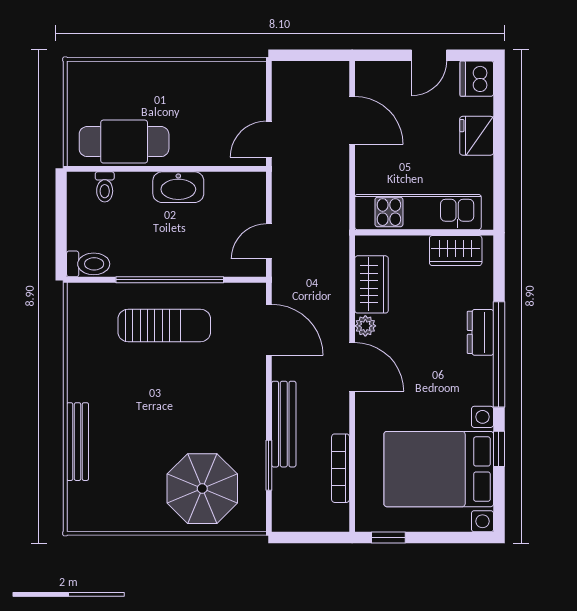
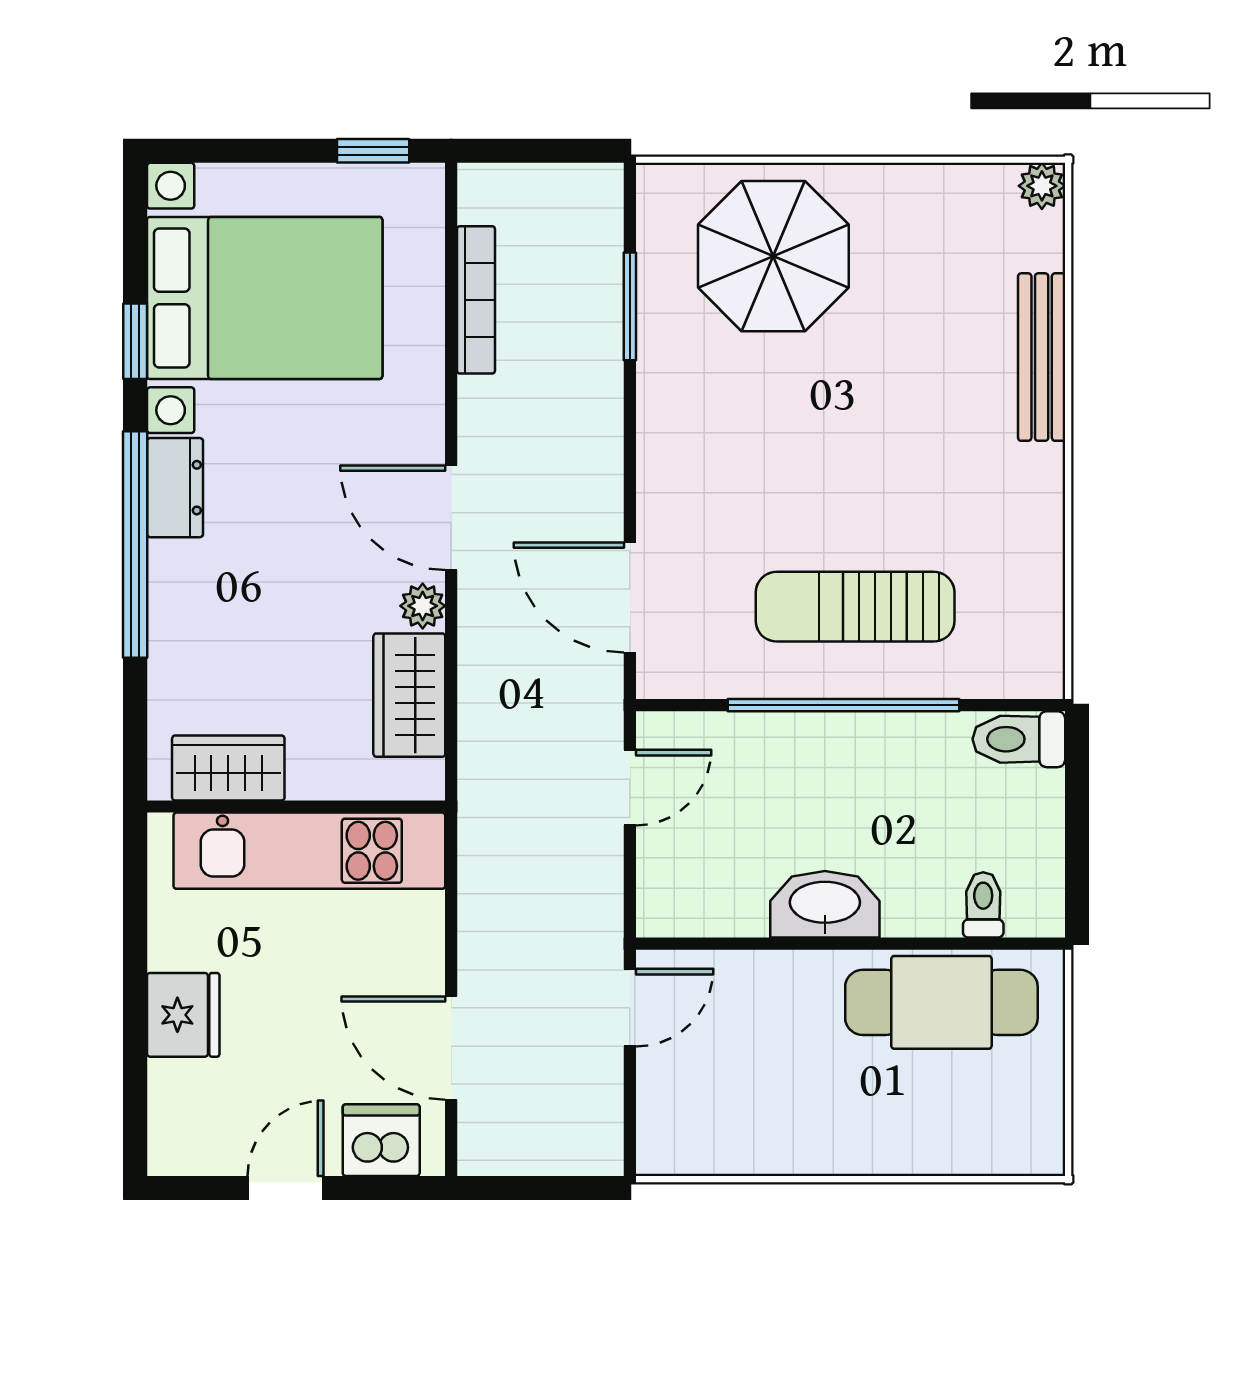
dishwasher: (477, 79) -> (381, 1140), moved, turned -90
dresser: (480, 332) -> (175, 488), moved
bench: (284, 424) -> (598, 395), removed
plant: (77, 521) -> (1042, 186), added

